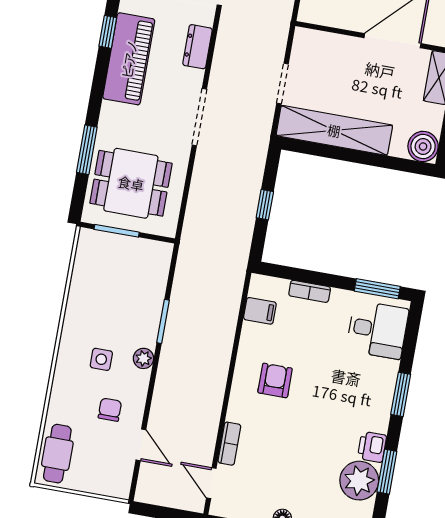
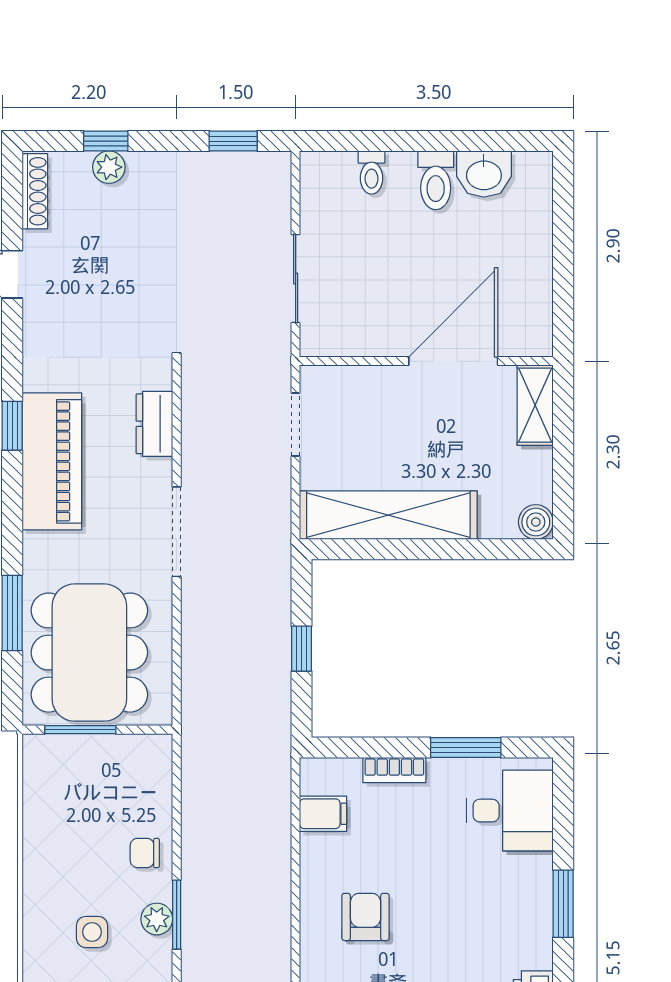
doorway: (282, 84) -> (296, 424), moved
boiler: (423, 147) -> (536, 522), width x0.73, depth x0.73
dining table: (131, 183) -> (89, 653), width x1.38
window: (377, 289) -> (466, 748), moved
chair: (143, 316) -> (145, 853), added
window: (163, 321) -> (177, 915), moved

